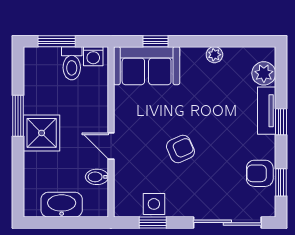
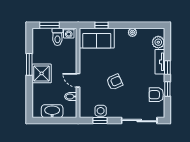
window: (281, 182) -> (167, 89), moved

